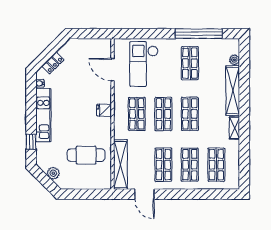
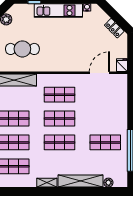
locker: (53, 63) -> (114, 28), moved
checkout: (144, 64) -> (104, 101), removed
fridge: (104, 110) -> (122, 65), moved
cafe table: (86, 155) -> (22, 49), turned 90

